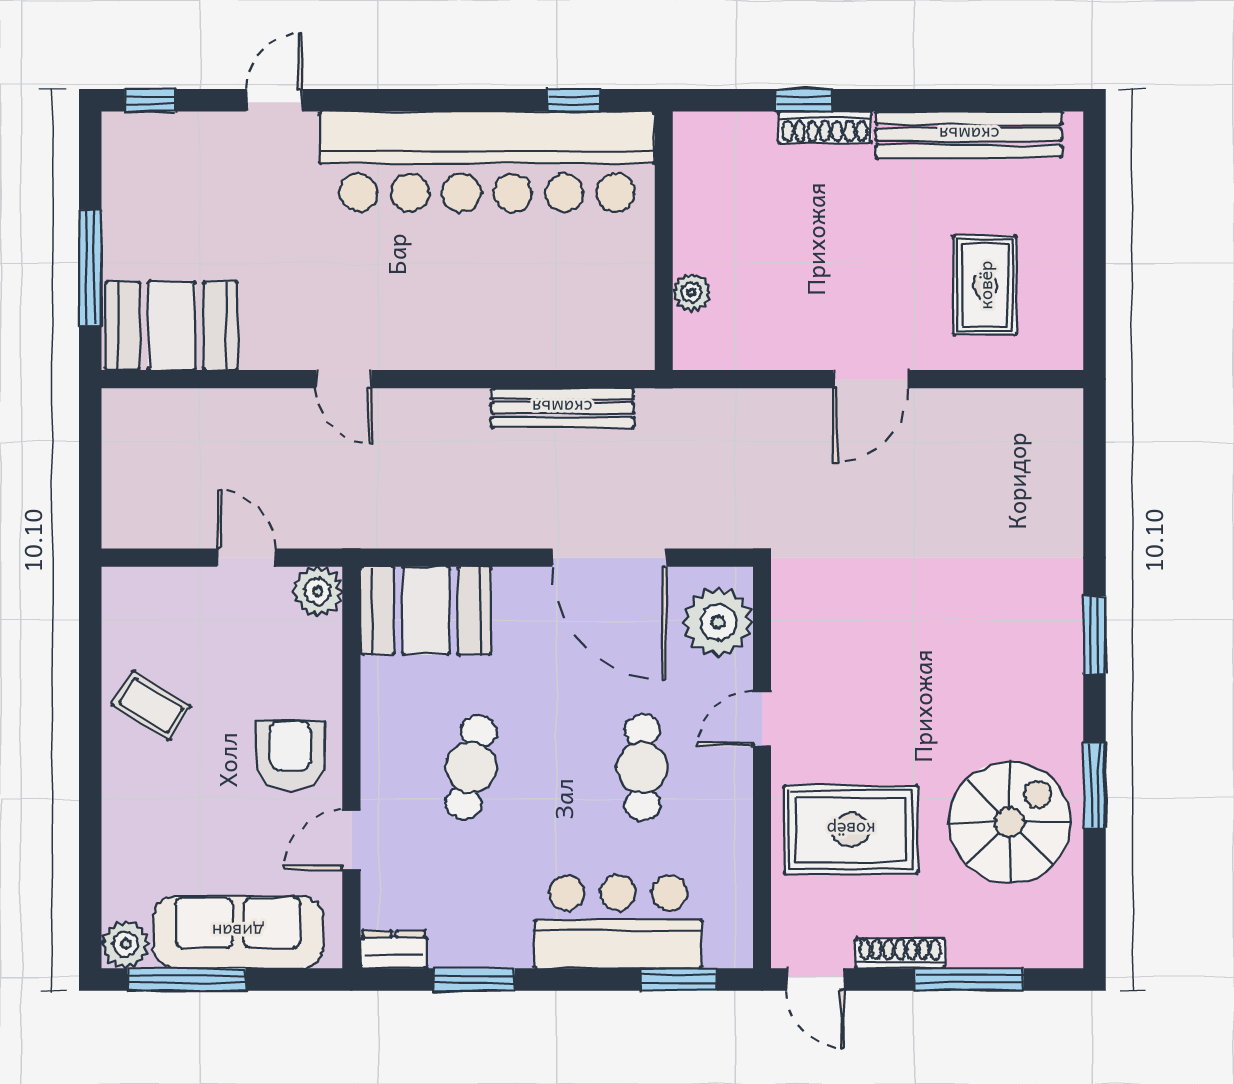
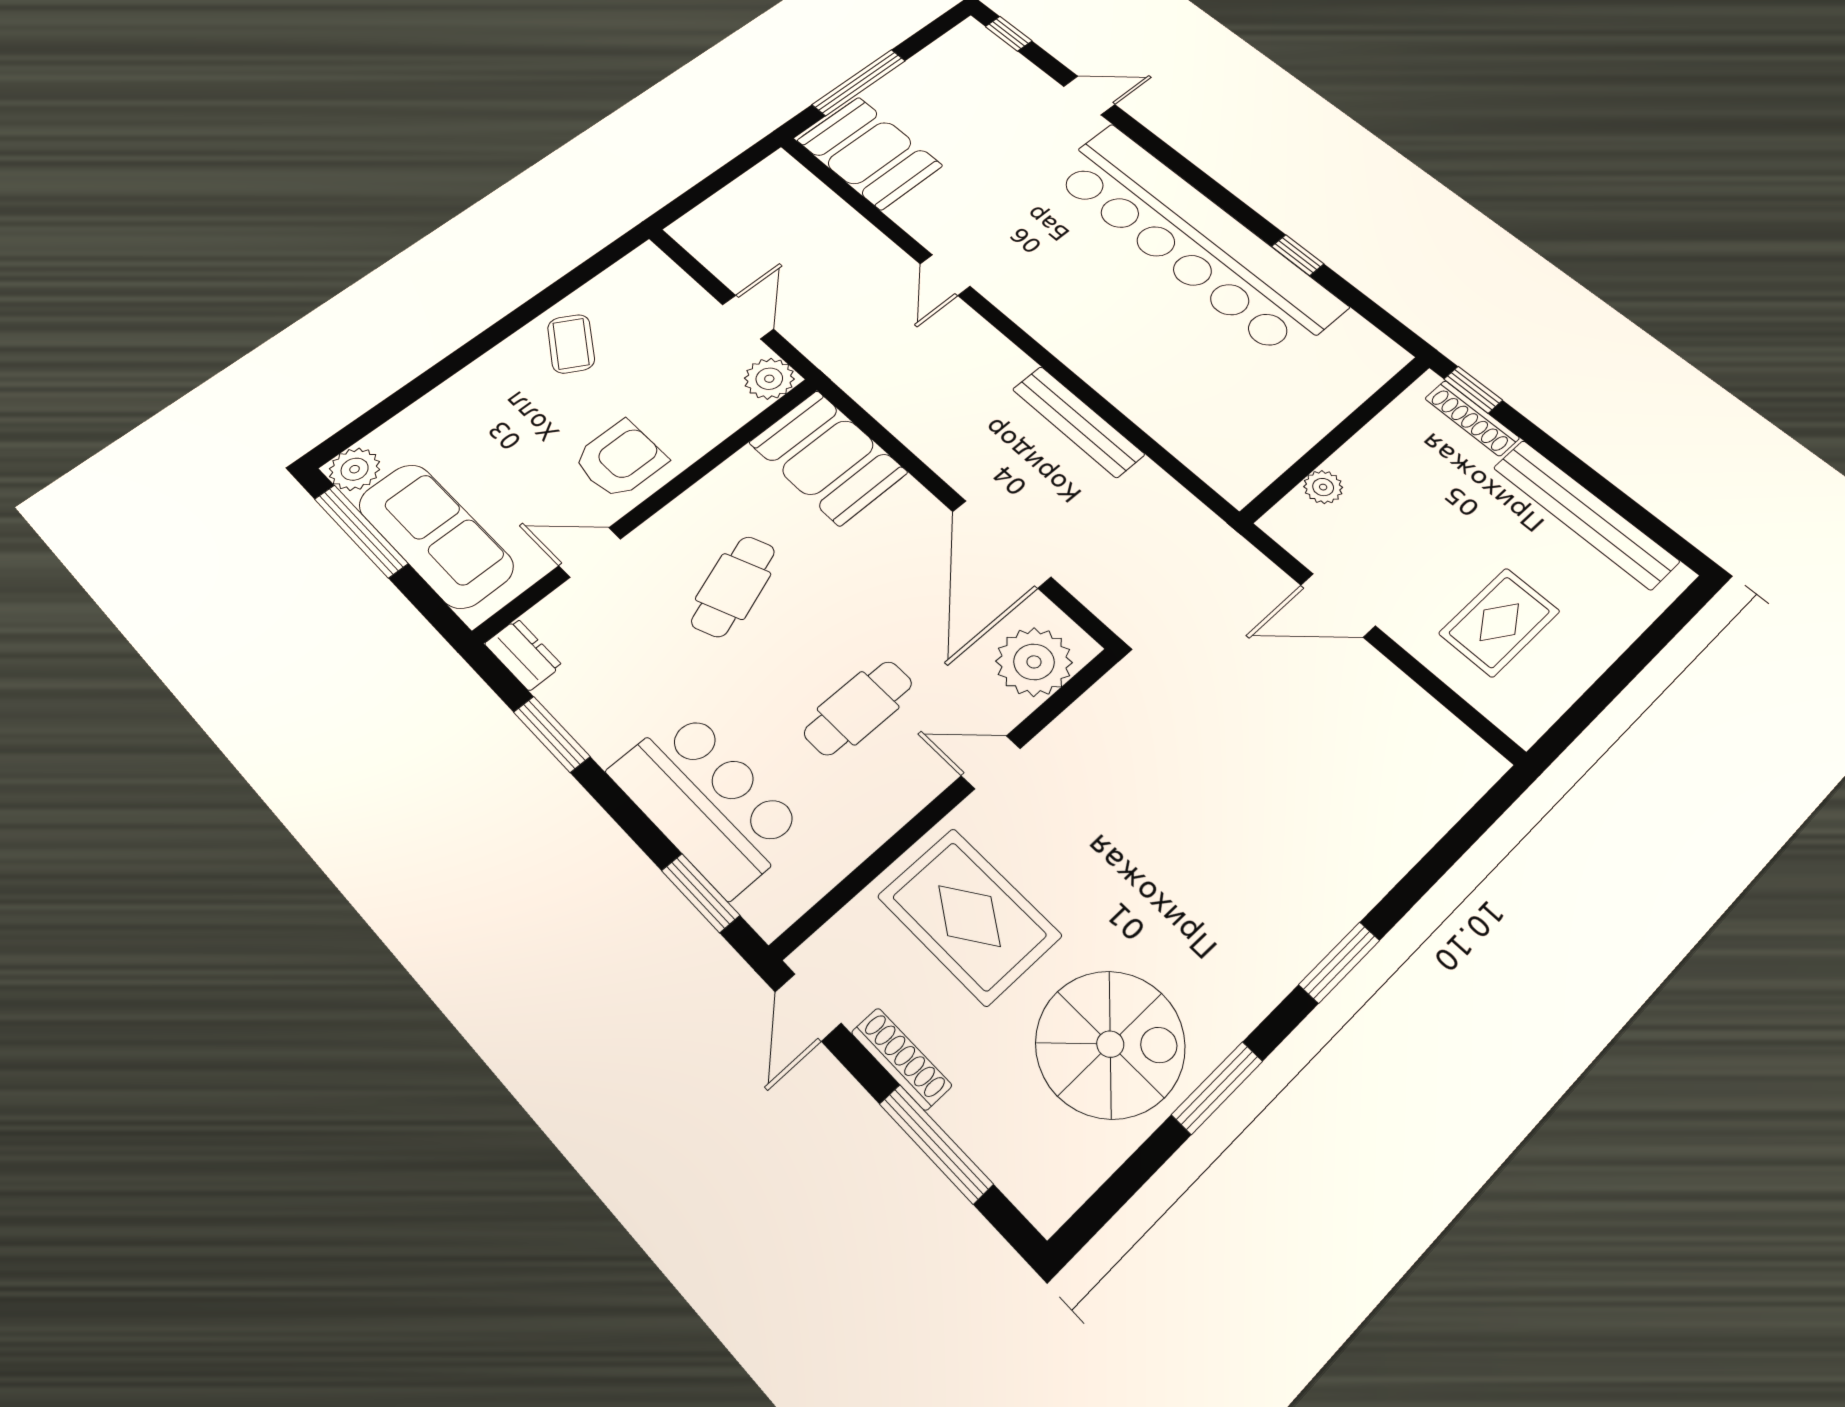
wall: (664, 241) -> (1336, 438), moved
plant: (692, 292) -> (1323, 487), moved
cafe table: (471, 767) -> (733, 586), turned -33

